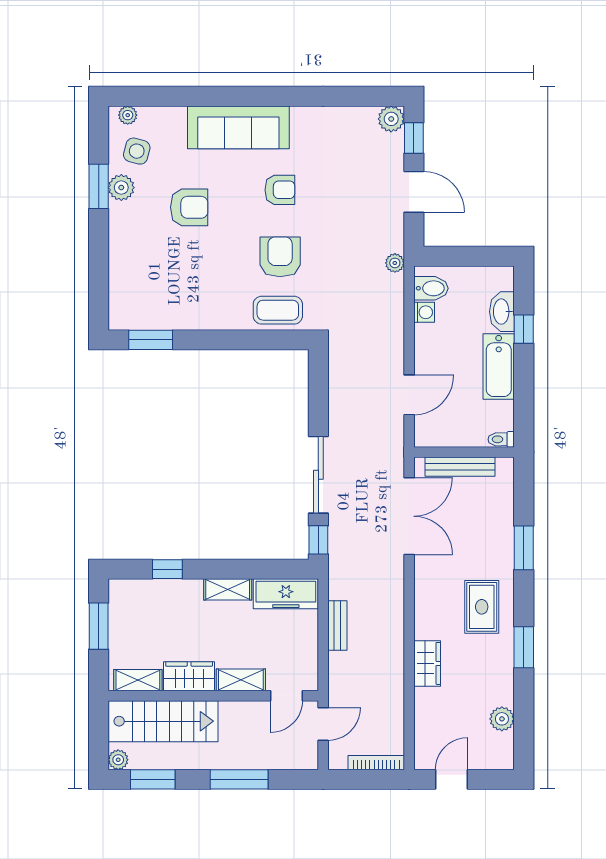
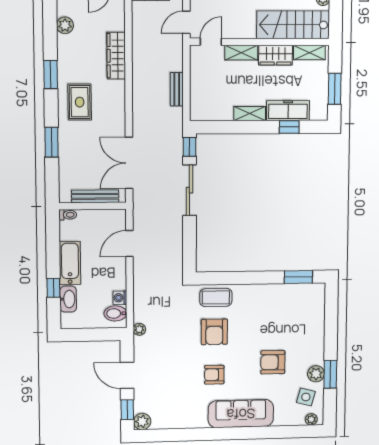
freezer: (286, 594) -> (288, 111), moved
wardrobe: (427, 663) -> (116, 56), width x1.50

